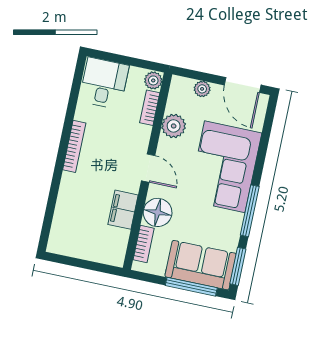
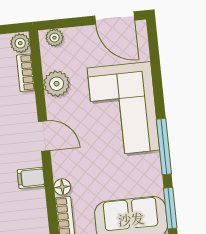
plant: (202, 89) -> (55, 38), moved
filing cabinet: (123, 210) -> (31, 178), width x0.50
floor lamp: (158, 212) -> (62, 187), width x0.53, depth x0.53

